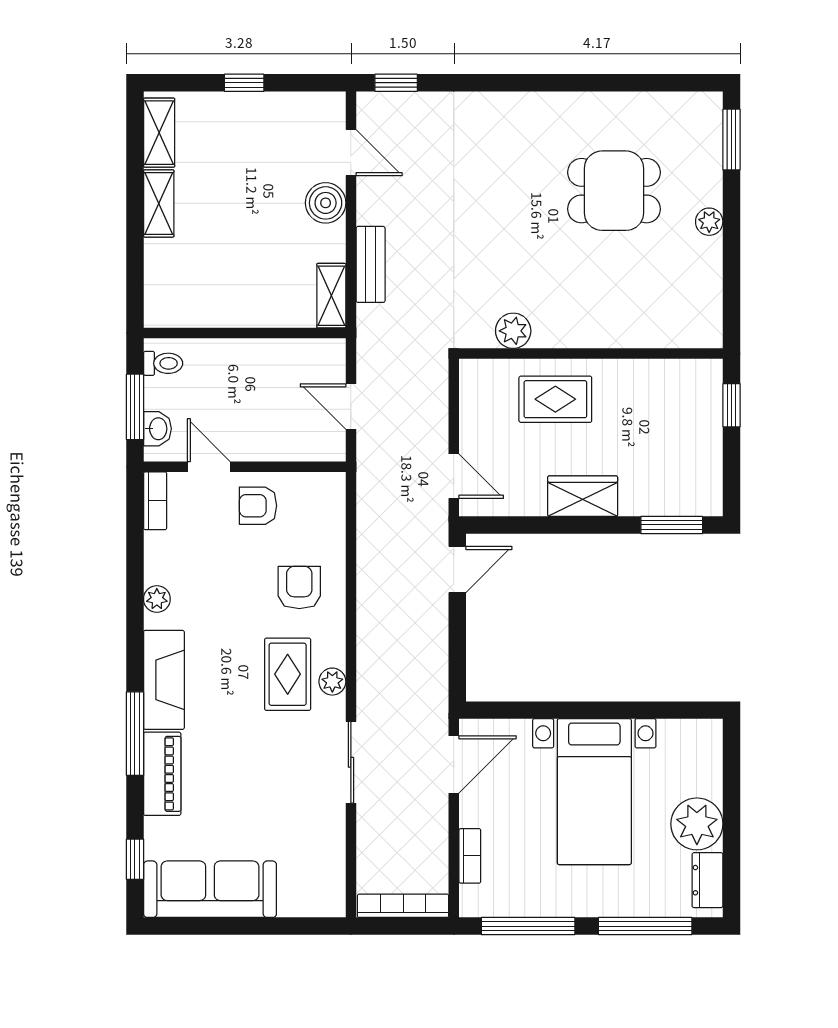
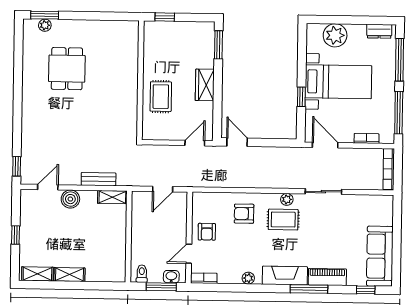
plant: (709, 222) -> (45, 25), moved
plant: (513, 331) -> (130, 115), removed
window: (560, 710) -> (301, 97), added
plant: (697, 824) -> (335, 35), moved

